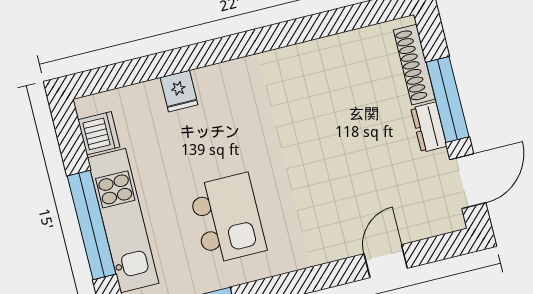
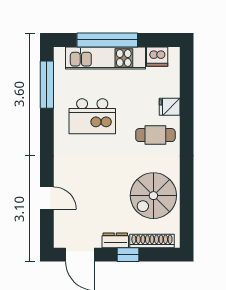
spiral stairs: (337, 81) -> (153, 196), added
window: (448, 99) -> (128, 255), width x0.46
cafe table: (233, 103) -> (155, 135), added

